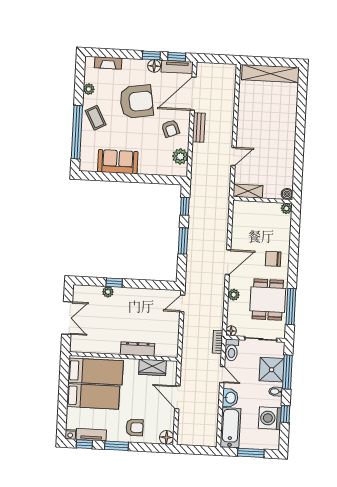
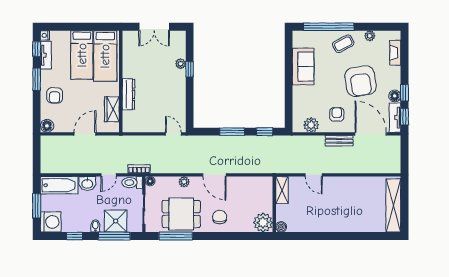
armchair: (171, 129) -> (337, 114), turned 112
plant: (286, 208) -> (263, 223), width x1.87, depth x1.87
washing machine: (270, 418) -> (51, 222), moved, turned 90

